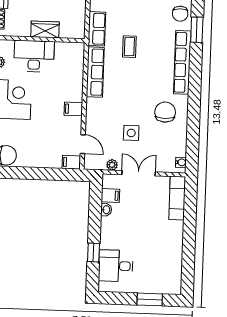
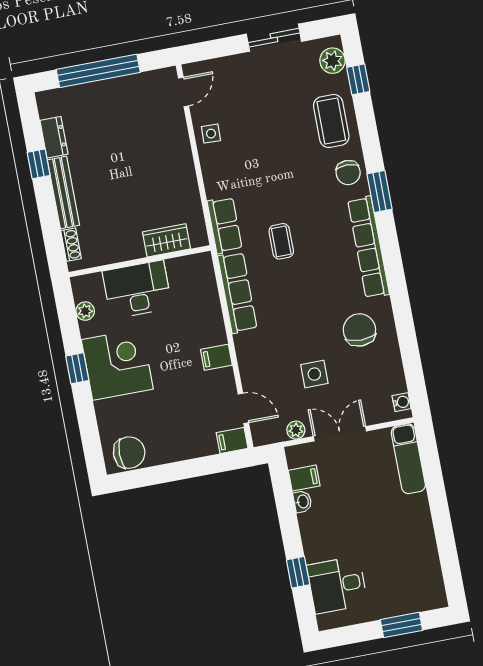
wardrobe: (45, 30) -> (166, 240), moved

